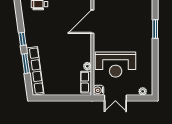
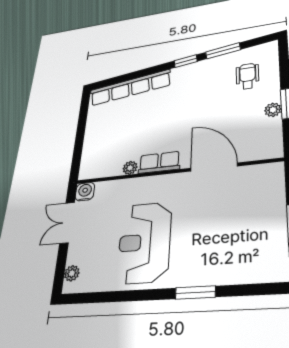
window: (26, 64) -> (223, 51), moved
reception desk: (116, 65) -> (144, 242), moved
row of seats: (86, 82) -> (159, 162), moved

